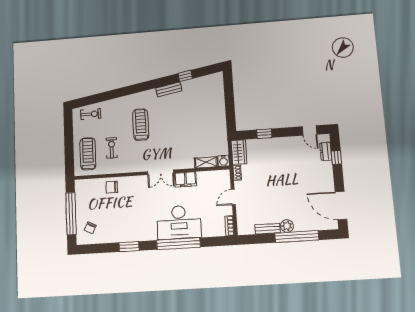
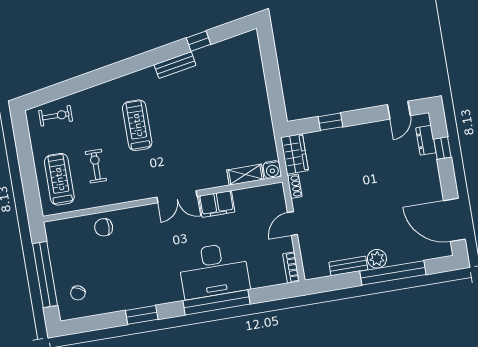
door: (310, 130) -> (399, 110), hinge flipped

